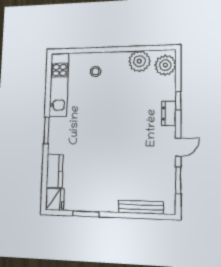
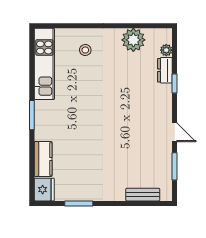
plant: (165, 65) -> (166, 50), width x0.53, depth x0.53
dresser: (169, 113) -> (165, 70), moved
door: (178, 147) -> (175, 132), hinge flipped
bench: (141, 207) -> (143, 195), width x0.73

